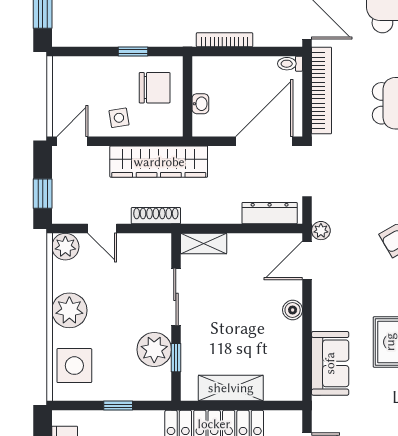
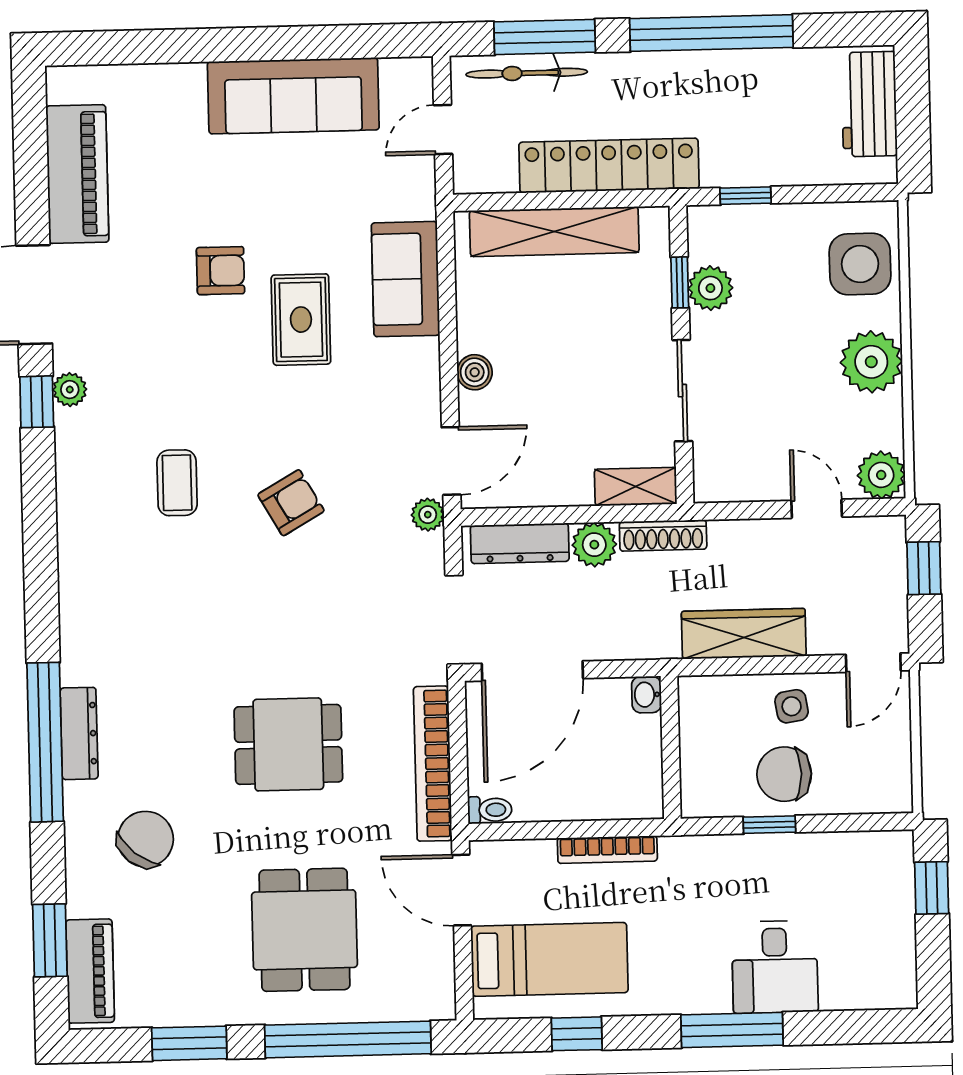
chair: (155, 88) -> (784, 774), moved
washbasin: (200, 104) -> (647, 695), moved
wardrobe: (159, 162) -> (744, 634), width x0.71, depth x0.85
plant: (228, 211) -> (594, 545), added
shoe rack: (156, 216) -> (663, 535), moved
plant: (154, 350) -> (710, 288), width x0.73, depth x0.73
shelving: (231, 388) -> (554, 232), width x1.47
window: (118, 406) -> (746, 196), moved

